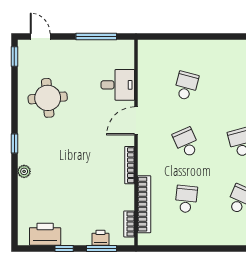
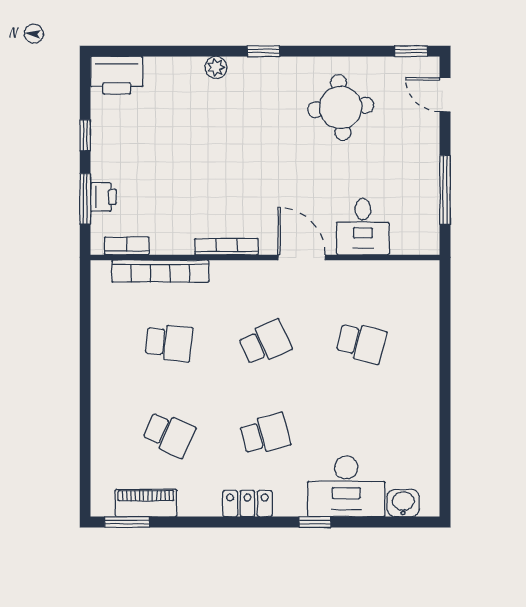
door: (40, 36) -> (445, 95), swing flipped
printer: (45, 234) -> (117, 75), moved, turned 90

